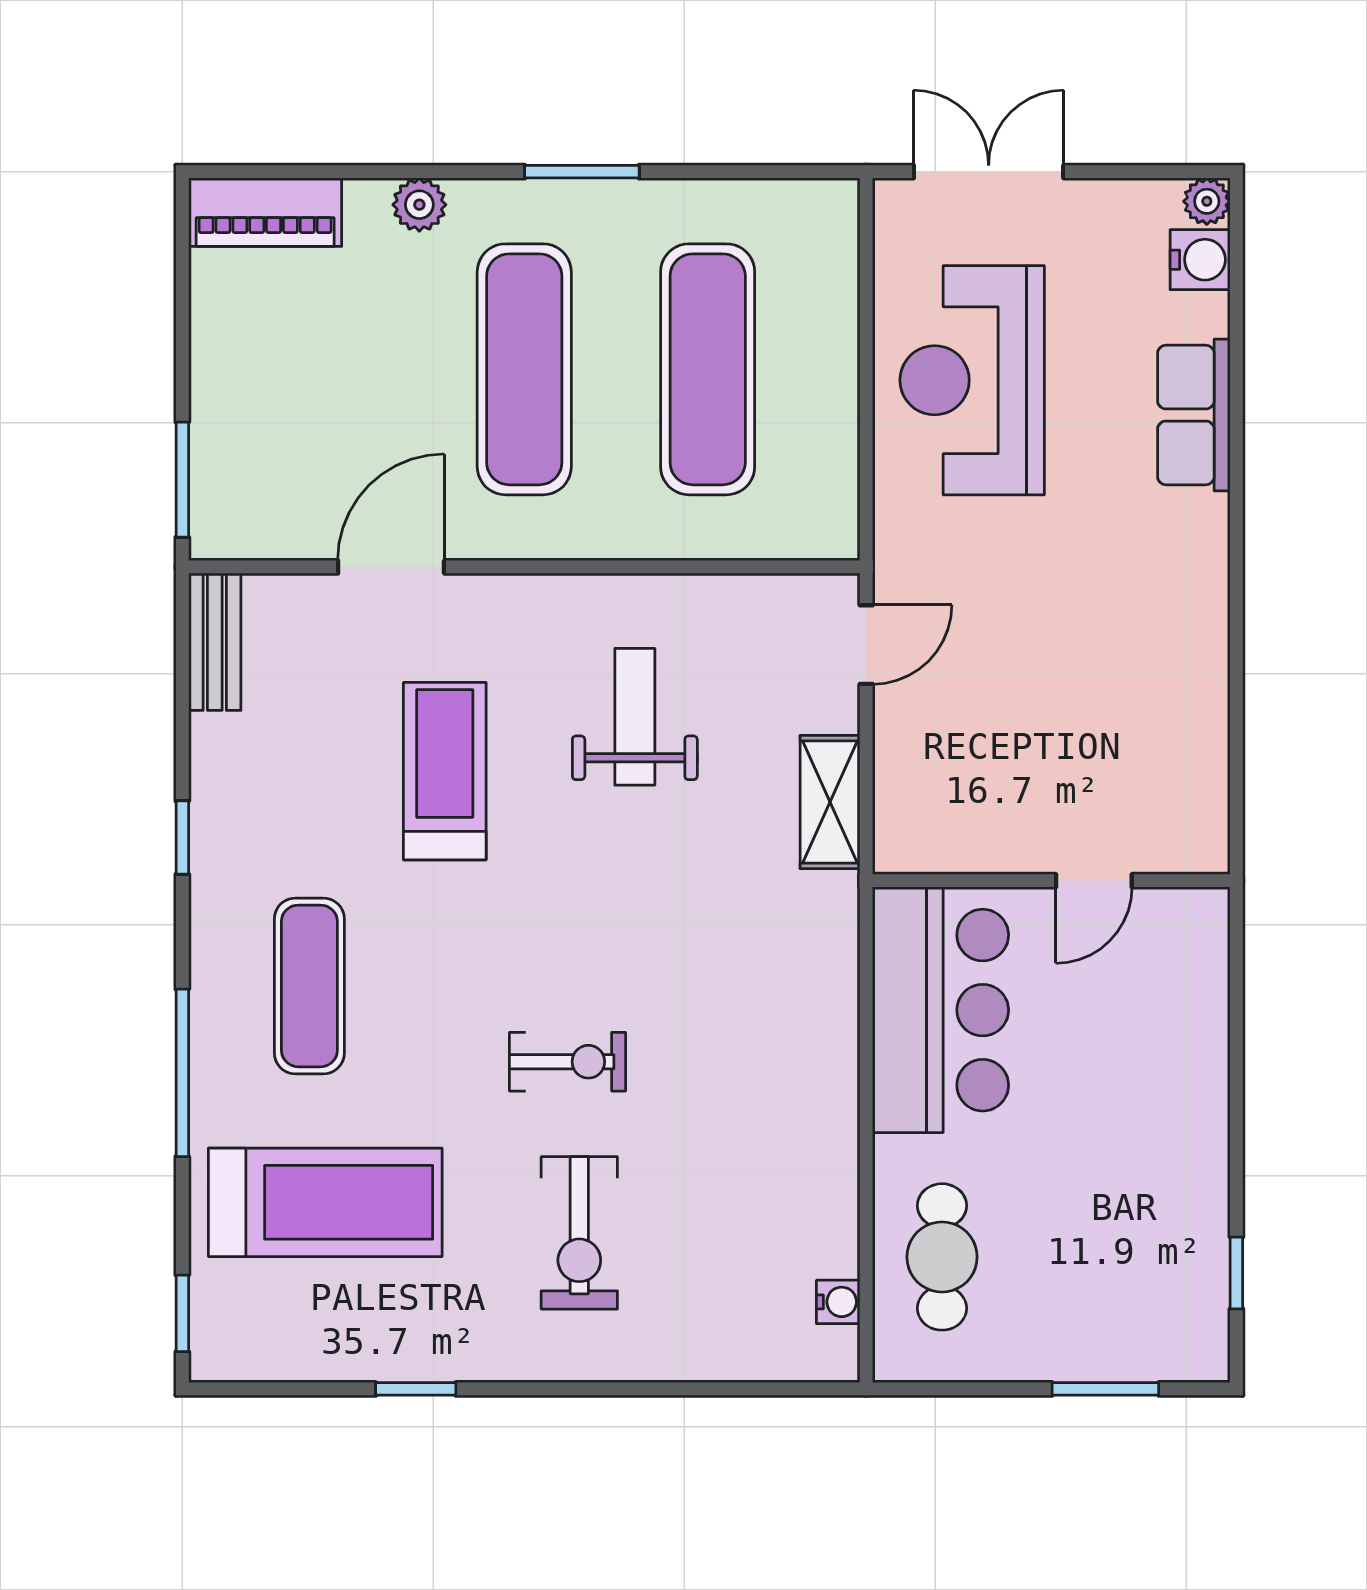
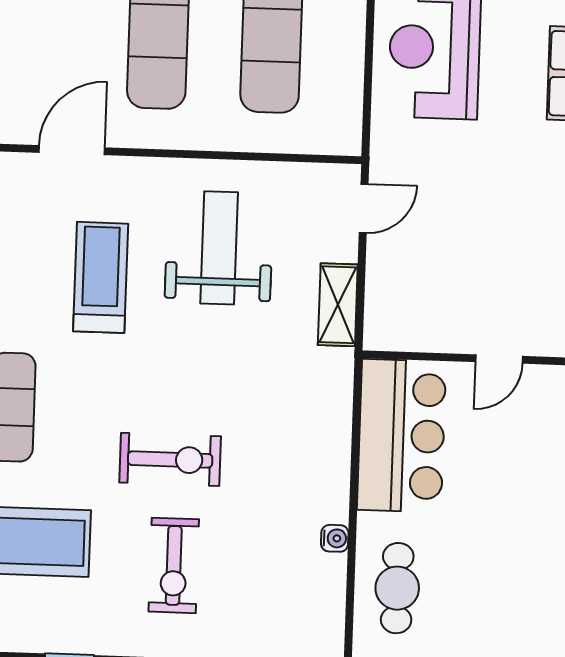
weight bench: (635, 717) -> (219, 248), width x1.36, depth x1.33
exercise bike: (567, 1062) -> (170, 459), width x1.38, depth x1.39
water cooler: (838, 1302) -> (335, 538), moved

